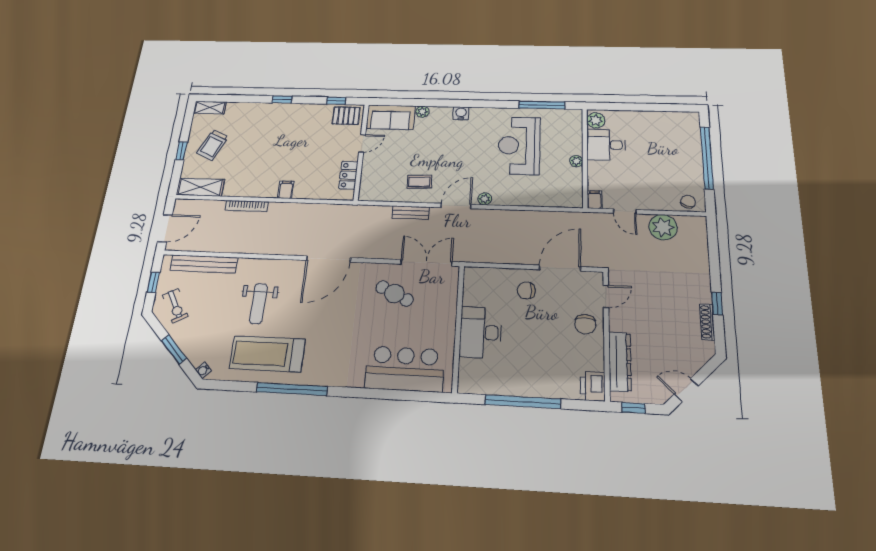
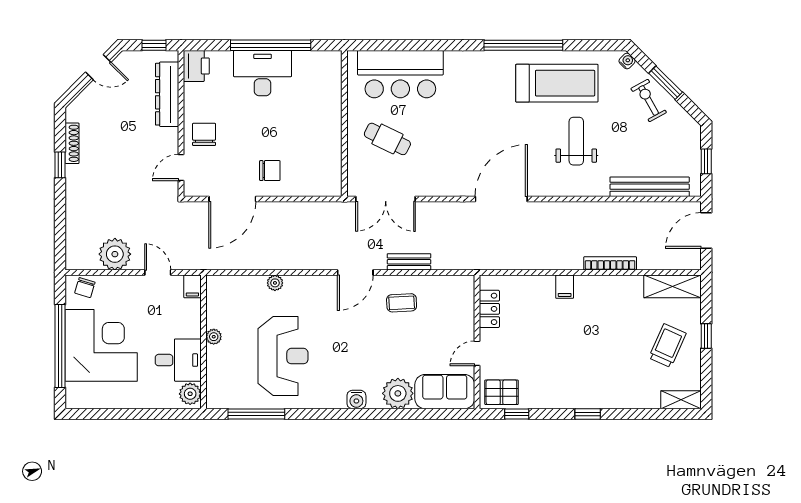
plant: (422, 112) -> (398, 393), width x1.88, depth x1.88
corner desk: (672, 157) -> (101, 345), added
plant: (485, 199) -> (275, 283), moved
cafe table: (394, 294) -> (387, 139), moved
exercise bike: (175, 306) -> (649, 100), moved
desk: (481, 332) -> (263, 73), moved, turned -90

